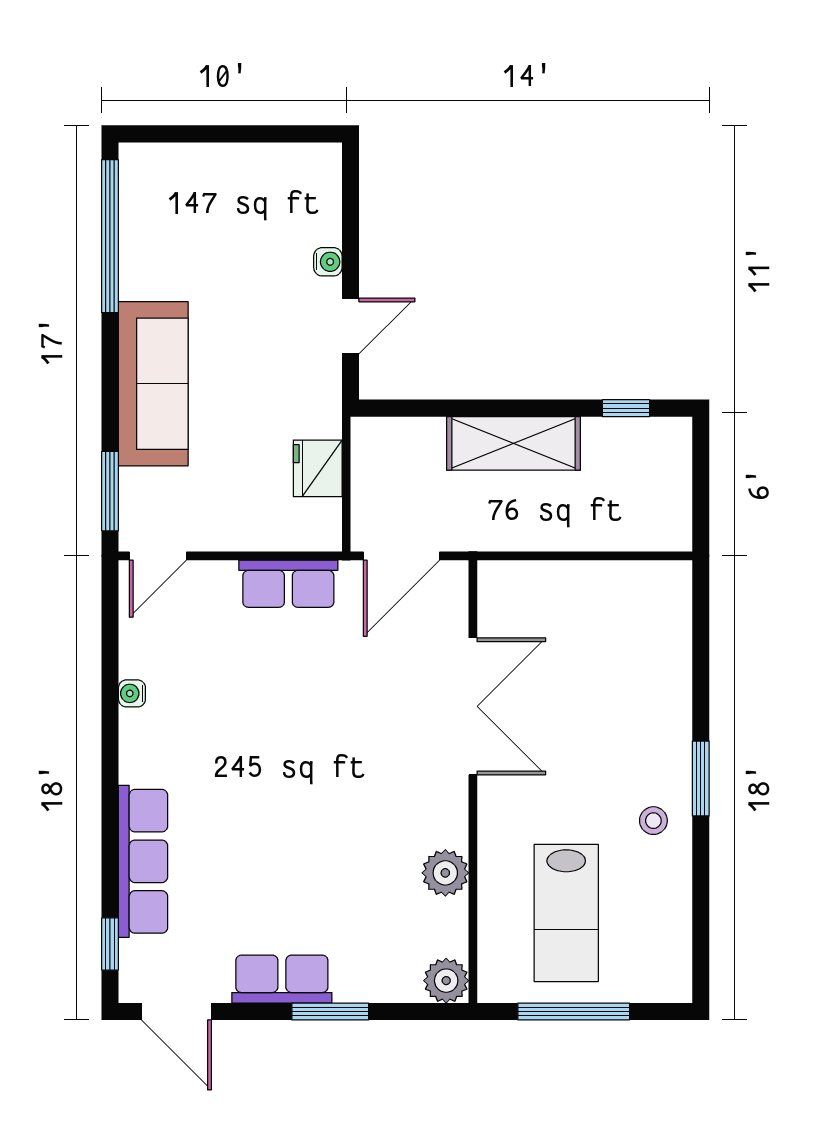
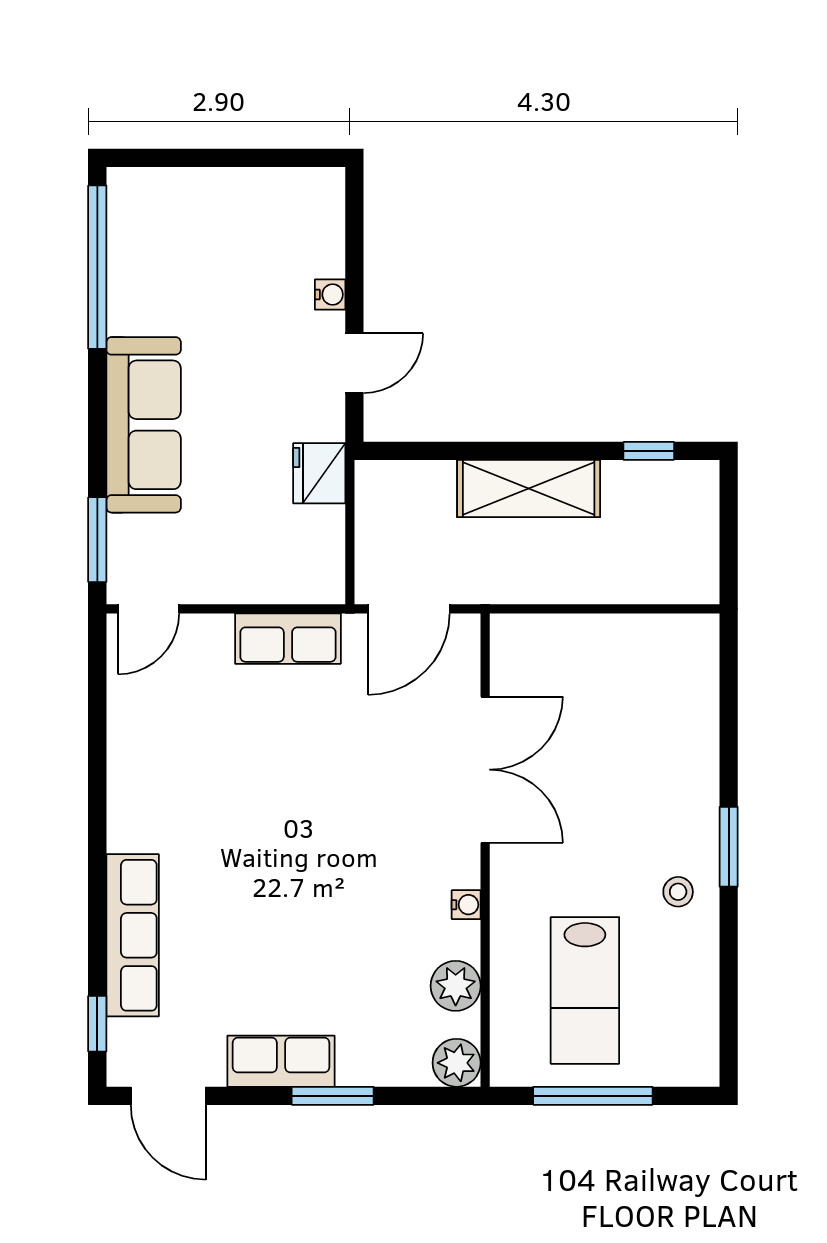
fridge: (318, 468) -> (319, 473), moved
water cooler: (132, 693) -> (466, 905), moved, turned 180
plant: (445, 873) -> (456, 986), moved

